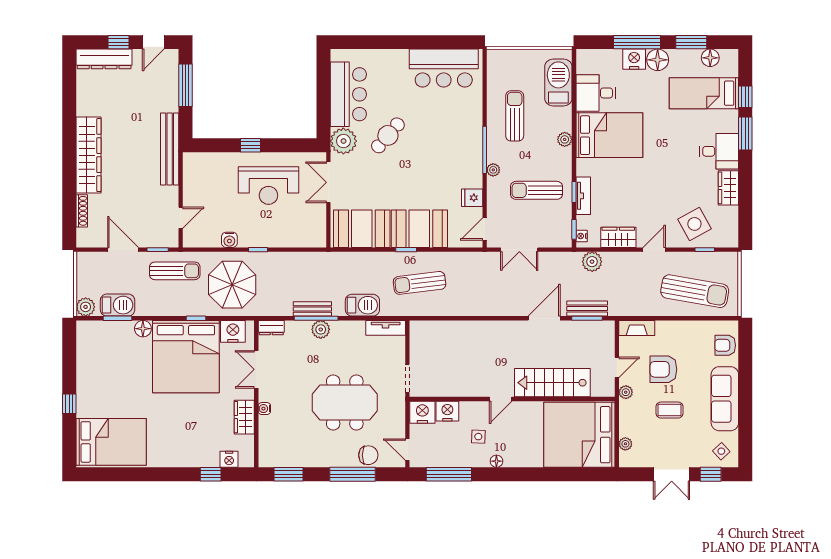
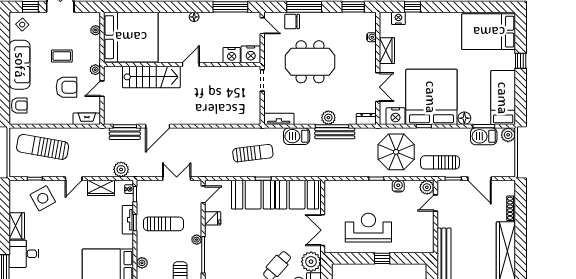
double door: (328, 182) -> (323, 230), swing flipped
plant: (192, 238) -> (427, 187), added
bench: (312, 309) -> (335, 133), width x1.36
bed: (92, 356) -> (503, 98), added
water cooler: (264, 409) -> (371, 37), moved
side table: (478, 437) -> (208, 36), removed

